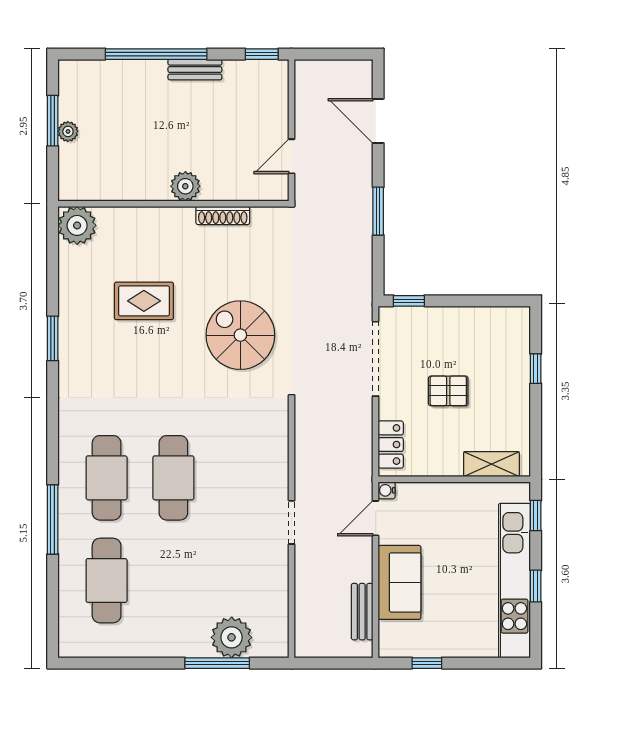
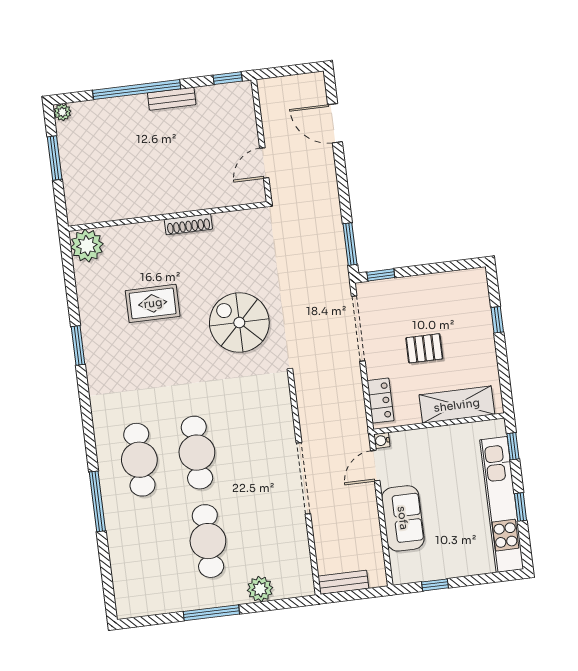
plant: (68, 131) -> (62, 112), moved
plant: (185, 186) -> (176, 200), removed
window: (378, 211) -> (350, 244), moved
shoe rack: (223, 215) -> (188, 224), moved
shelving: (491, 464) -> (457, 405), width x1.50, depth x1.33
doorway: (292, 522) -> (303, 478), width x1.87
cafe table: (107, 581) -> (208, 541), moved
bench: (362, 612) -> (343, 582), moved, turned 90
plant: (232, 637) -> (260, 589), width x0.73, depth x0.73
window: (217, 663) -> (211, 613), moved

